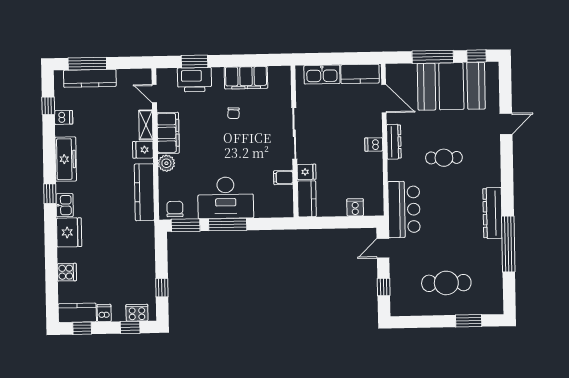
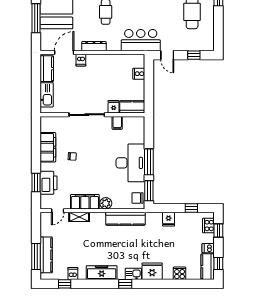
dishwasher: (374, 144) -> (81, 60), moved
fridge: (143, 150) -> (169, 219), moved

